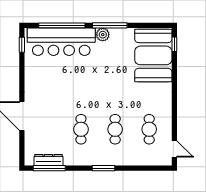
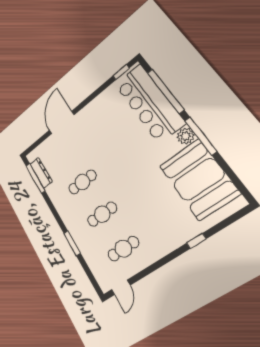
window: (174, 44) -> (196, 241), moved
booth: (153, 55) -> (199, 179), moved, turned 90
window: (104, 168) -> (72, 243), moved

